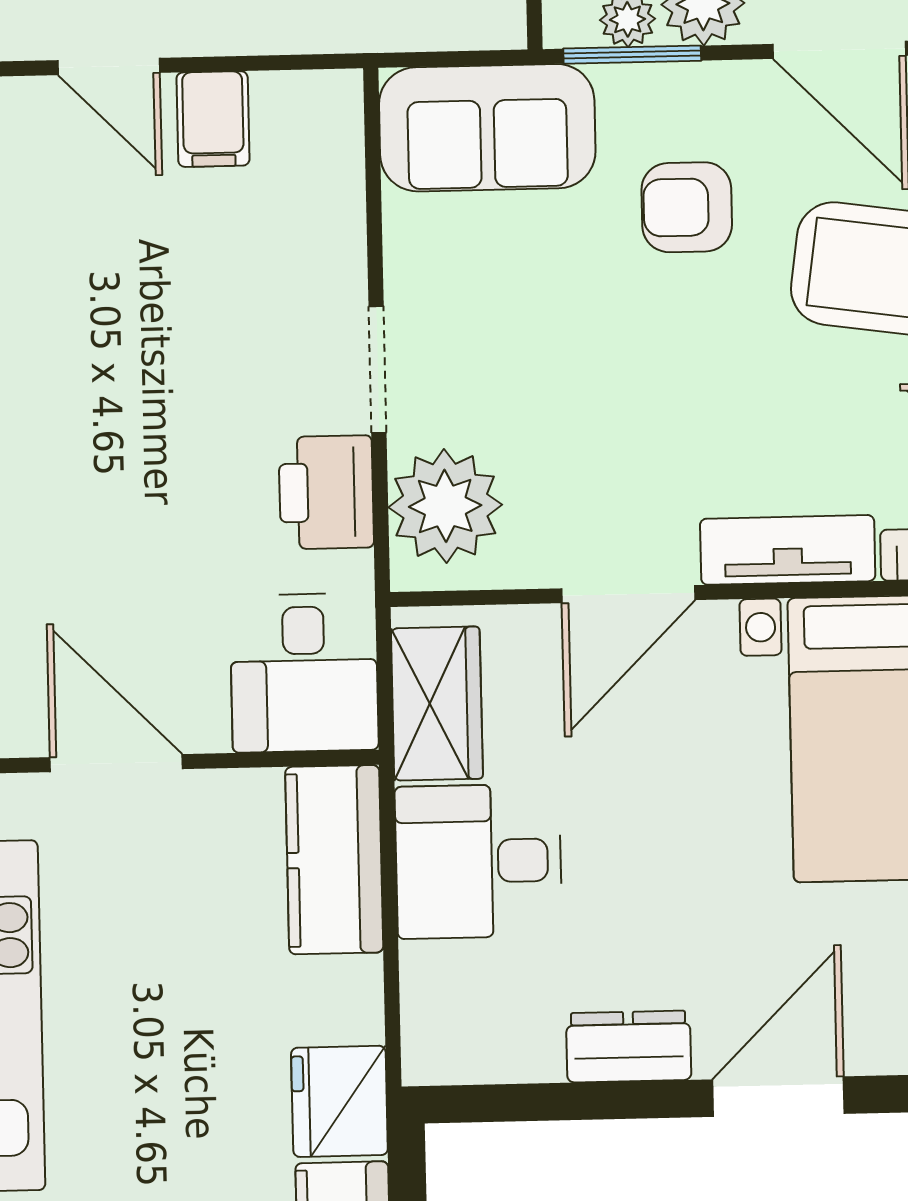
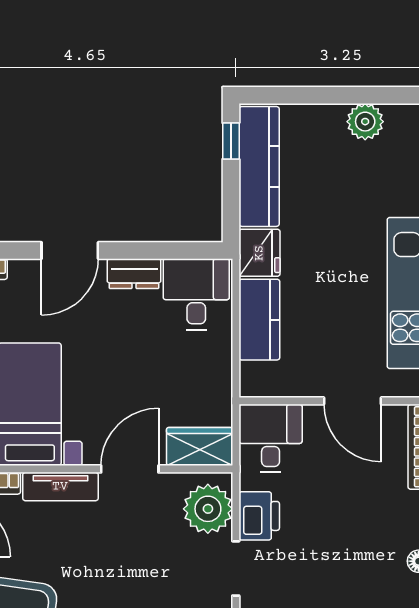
wardrobe: (437, 704) -> (200, 447), moved, turned 90
kitchen counter: (334, 860) -> (259, 320), moved
desk: (478, 861) -> (196, 294), moved, turned -90

